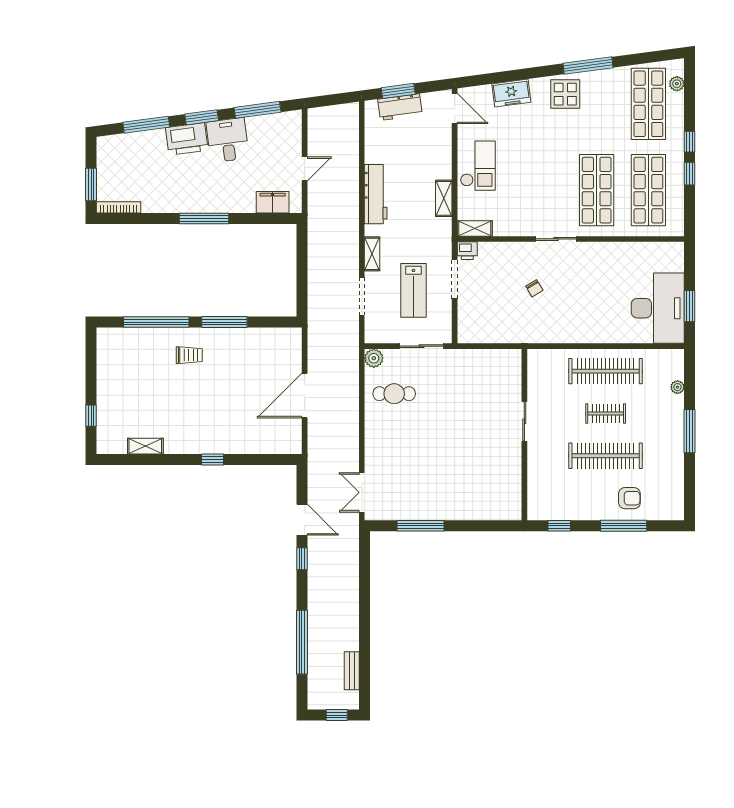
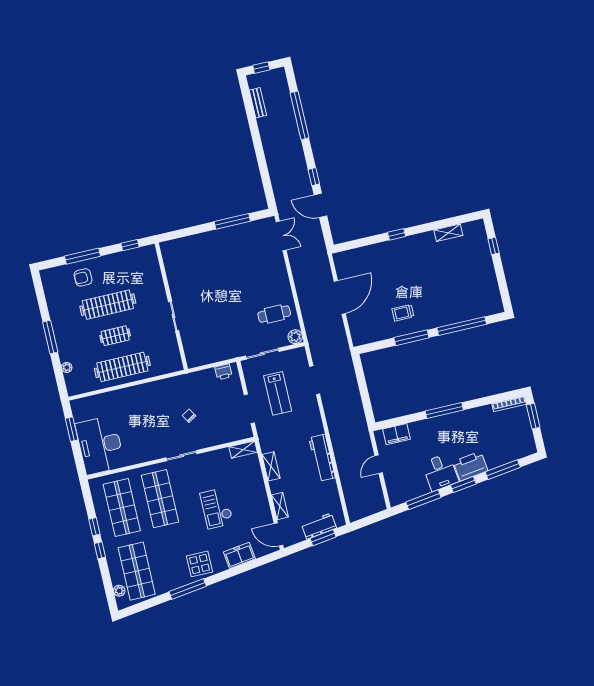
checkout: (478, 166) -> (217, 508), moved
printer: (467, 251) -> (223, 372), moved, turned 180
shelving: (372, 254) -> (280, 506), moved
lab bench: (413, 290) -> (278, 393), turned 180
desk: (658, 308) -> (100, 445), moved
trolley: (189, 355) -> (403, 313), moved

